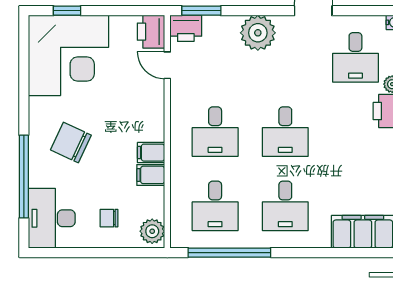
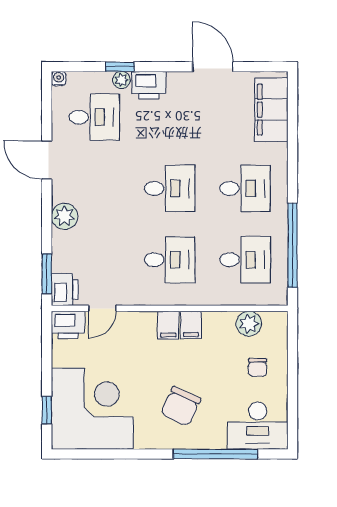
plant: (258, 33) -> (64, 216), width x0.73, depth x0.73
filing cabinet: (151, 175) -> (168, 325), moved
plant: (152, 231) -> (249, 324), moved

